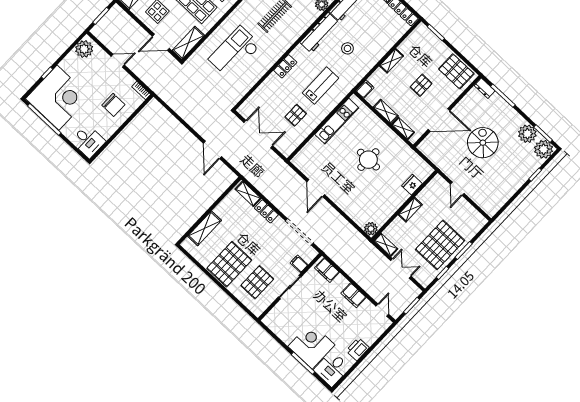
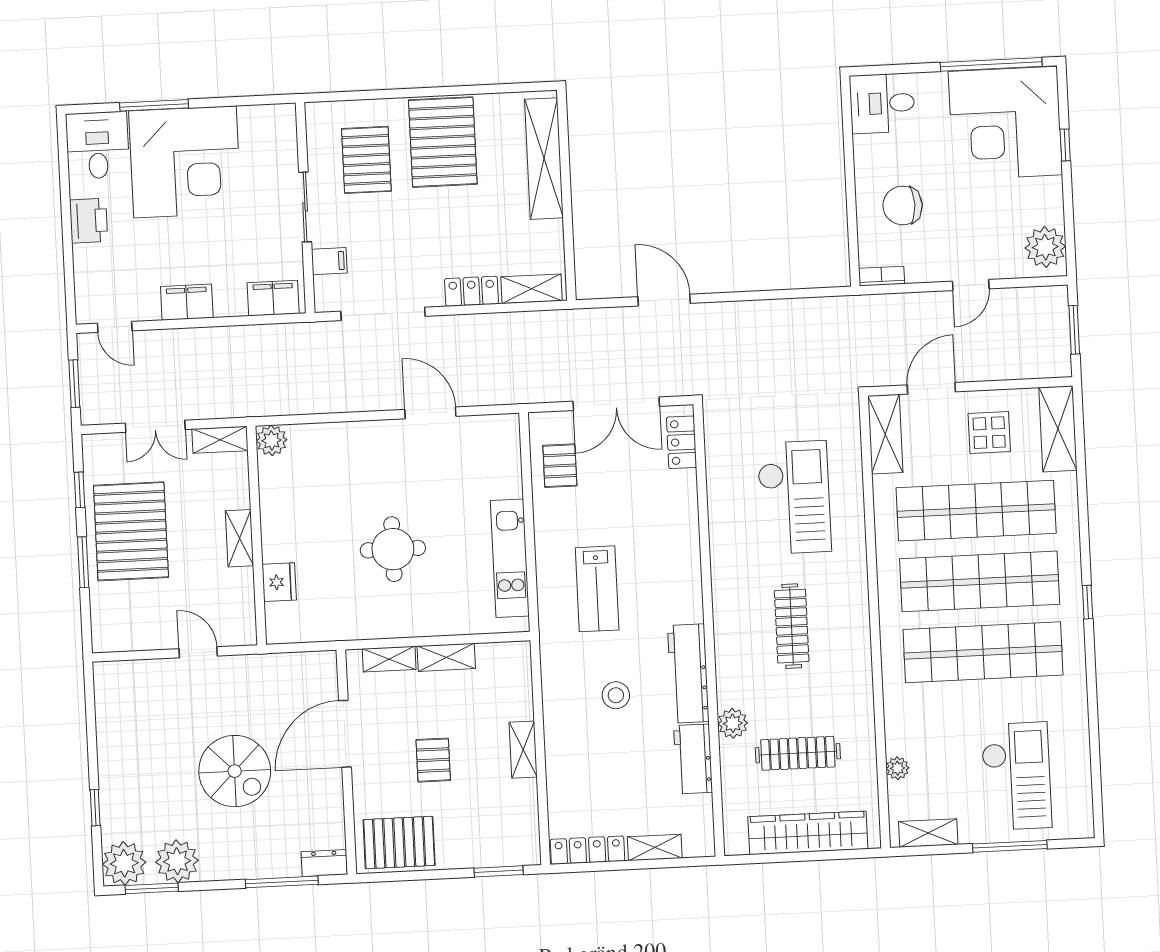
locker: (285, 66) -> (681, 442), moved
filing cabinet: (365, 89) -> (518, 658), removed
pallet: (296, 115) -> (560, 466), moved
shelving: (205, 228) -> (544, 159), width x1.47
corner desk: (311, 346) -> (185, 162), width x1.36, depth x1.36

